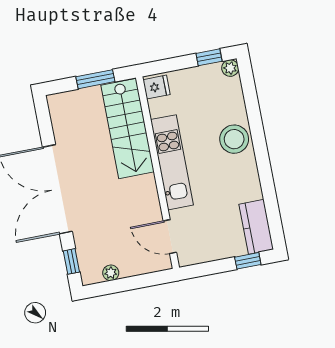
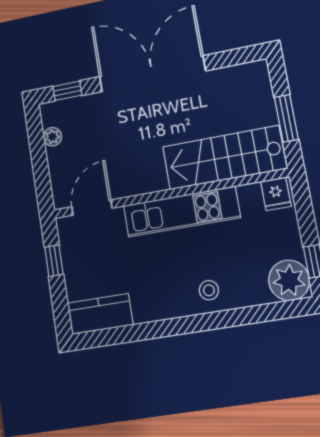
plant: (230, 68) -> (289, 280), width x1.88, depth x1.88
stool: (234, 139) -> (209, 290), width x0.53, depth x0.53
window: (248, 261) -> (54, 261), moved

